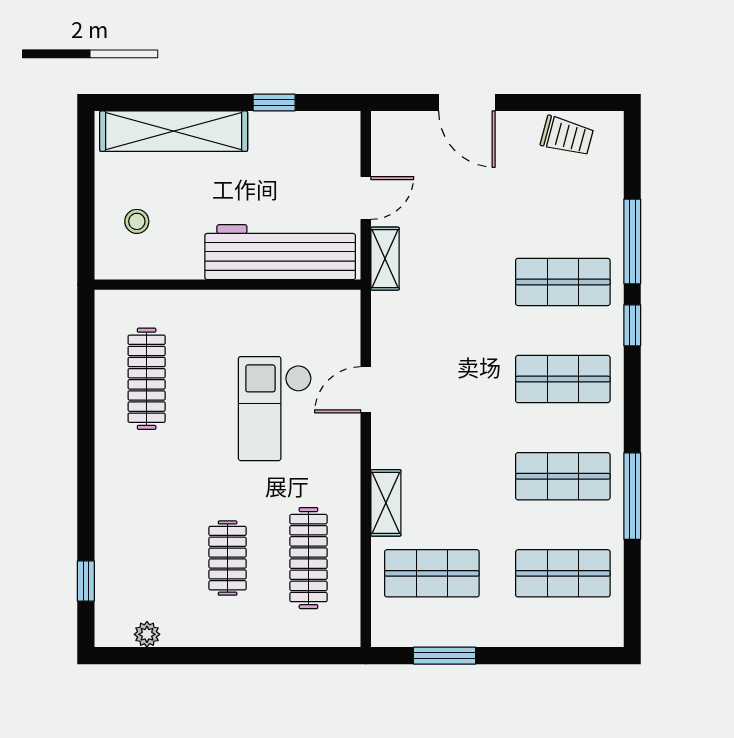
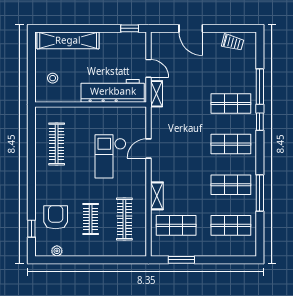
window: (274, 103) -> (130, 28), moved
door: (366, 198) -> (148, 68), hinge flipped
armchair: (144, 554) -> (56, 217), added

